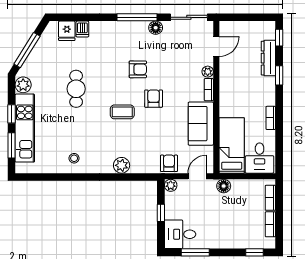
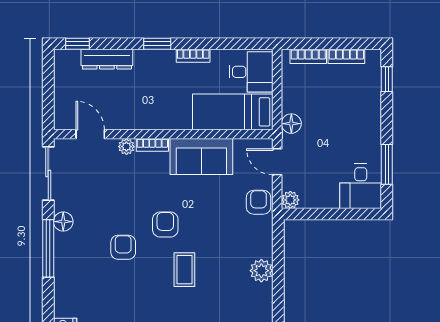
window: (279, 75) -> (157, 44), moved
armchair: (154, 99) -> (165, 224), turned 90
armchair: (169, 163) -> (259, 202), turned 90
window: (161, 213) -> (330, 214), removed

